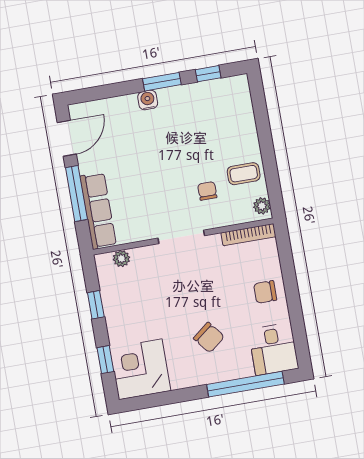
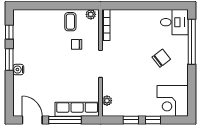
chair: (265, 292) -> (141, 21), removed
window: (105, 360) -> (153, 120), moved

